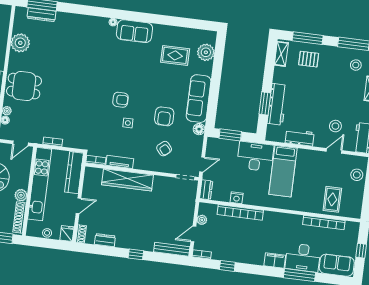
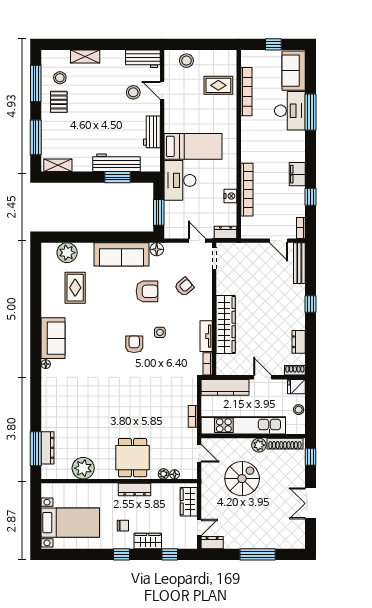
pallet: (309, 59) -> (59, 102), moved
plant: (202, 220) -> (261, 233), removed
filing cabinet: (275, 260) -> (297, 174), moved

